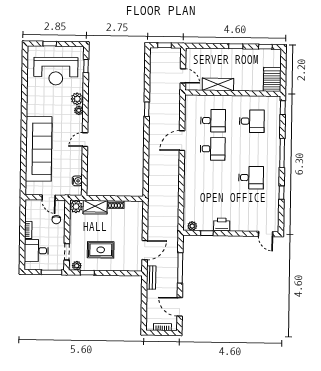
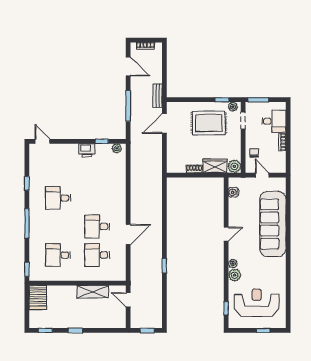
rug: (101, 250) -> (209, 123), width x1.36, depth x1.43

